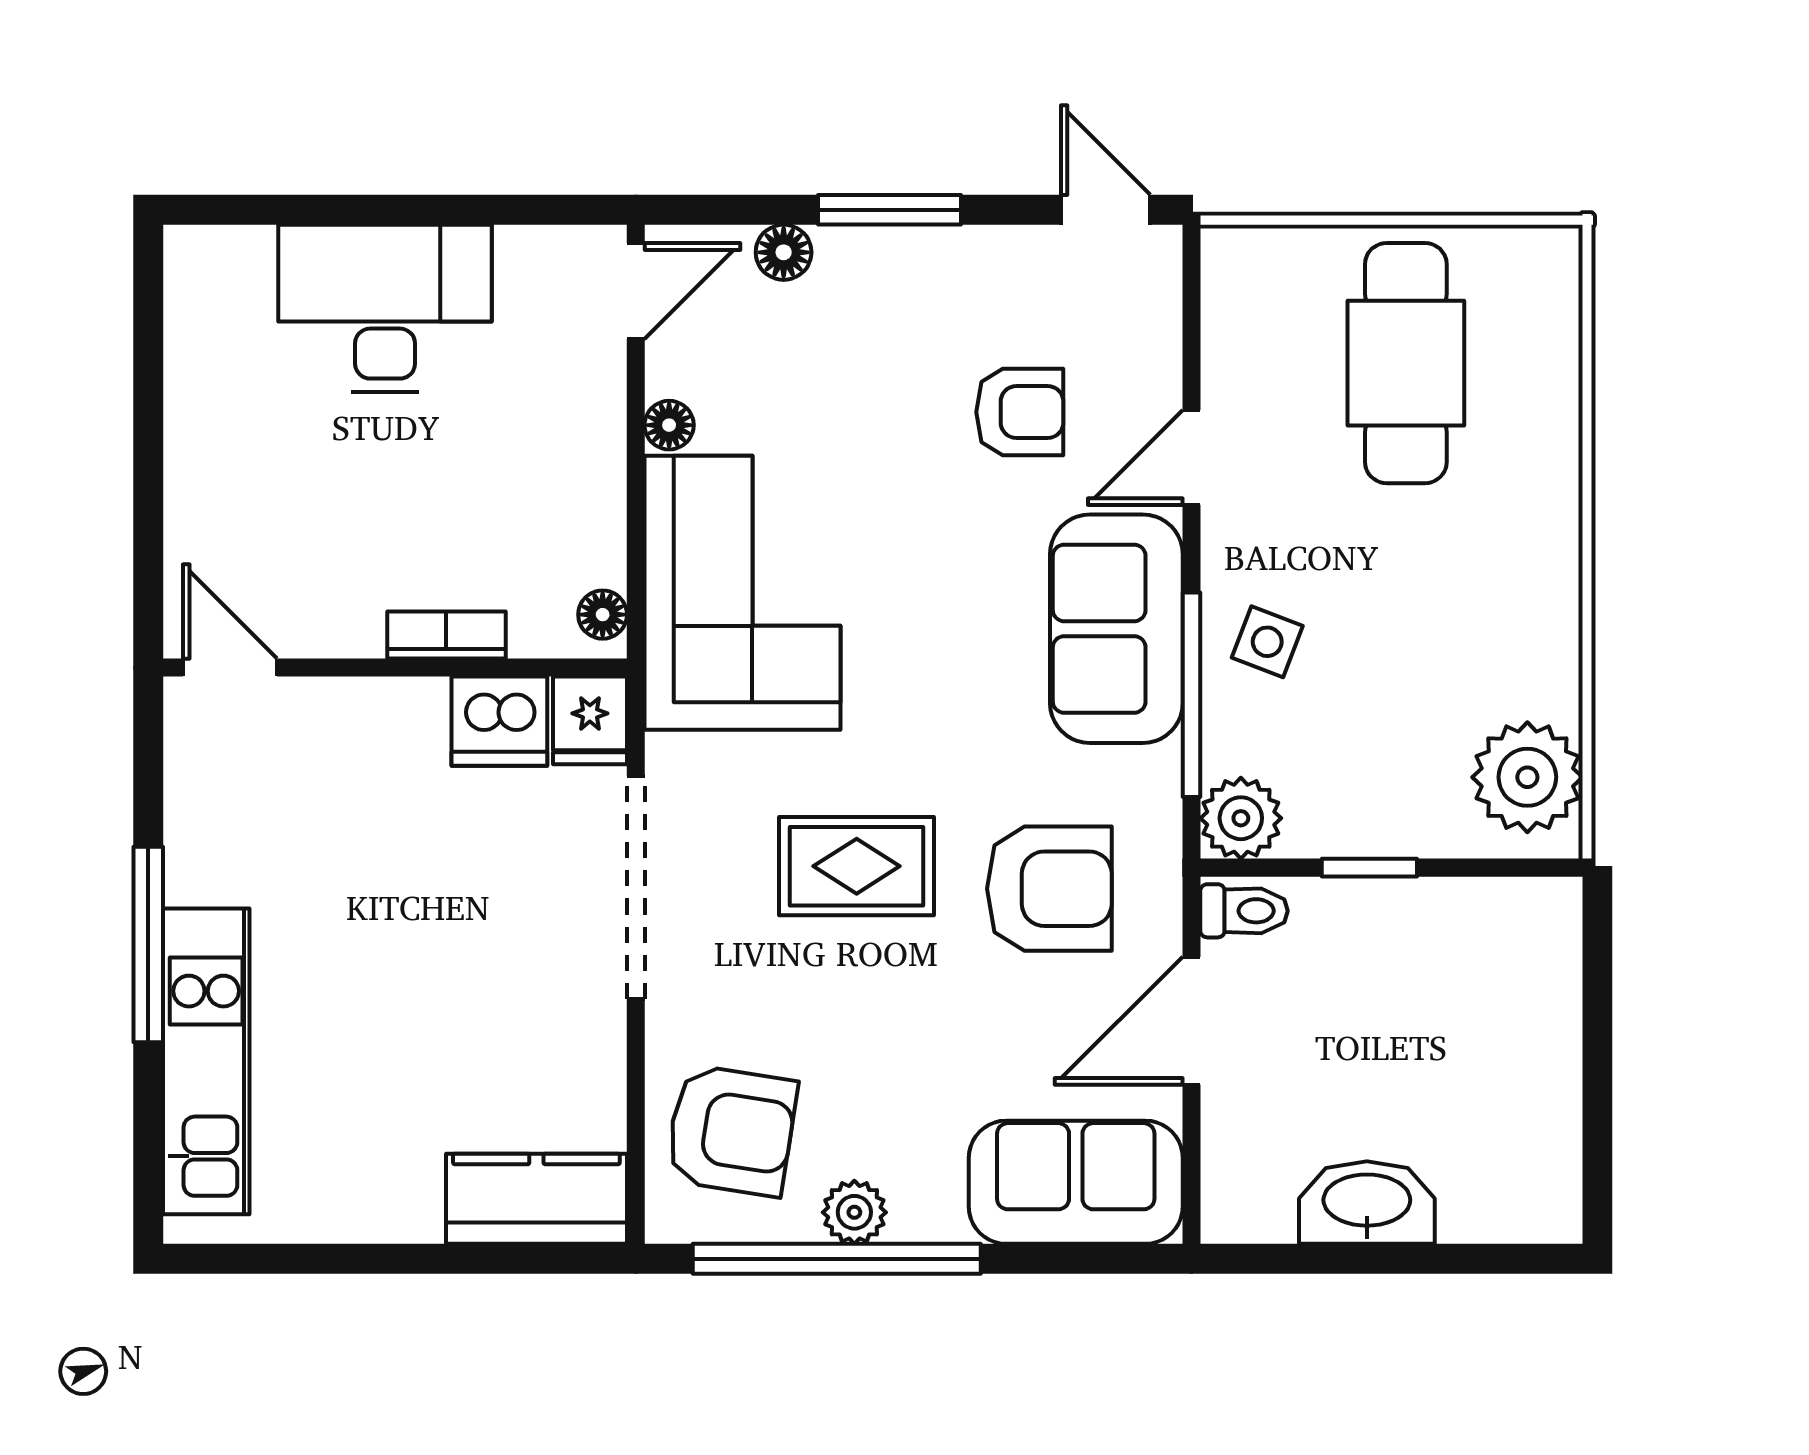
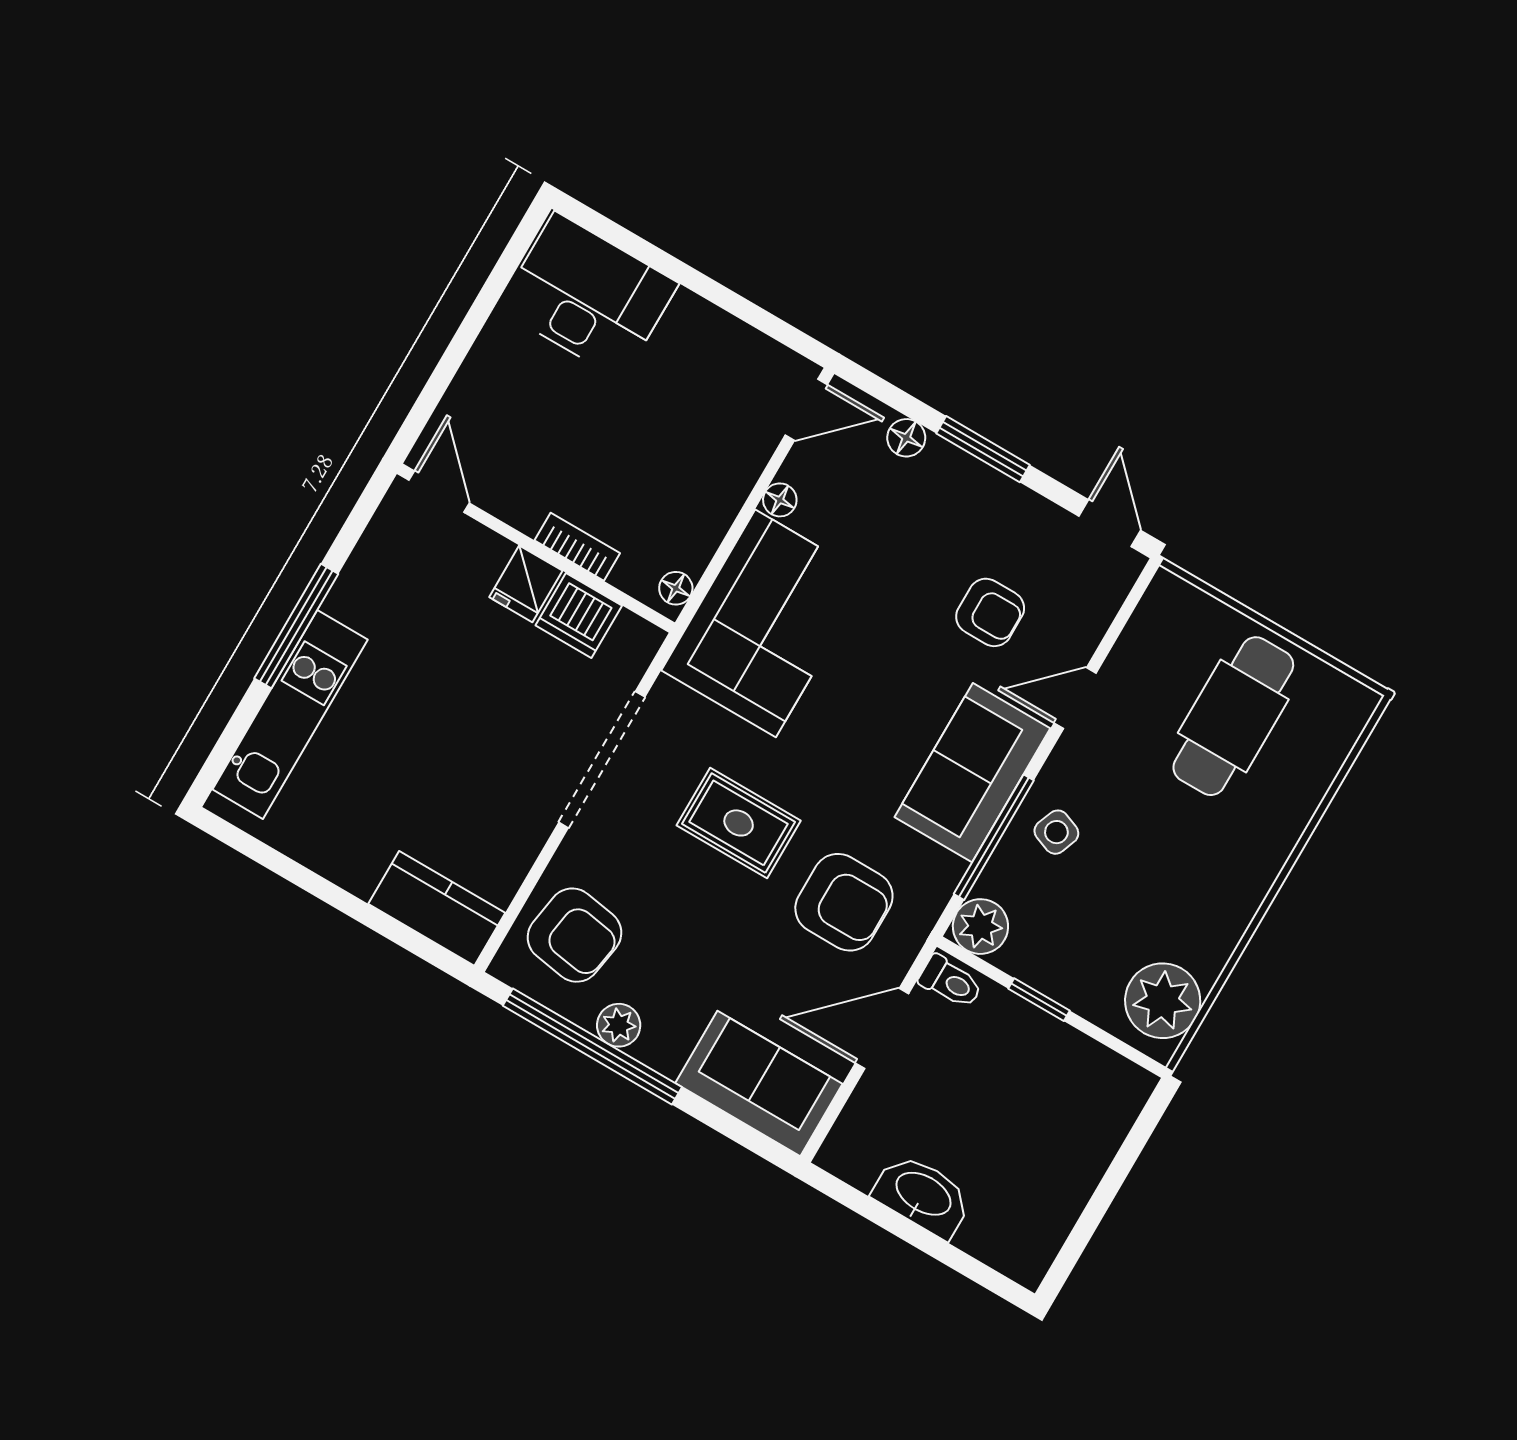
desk: (385, 308) -> (588, 296), moved
fridge: (590, 720) -> (526, 584), moved

